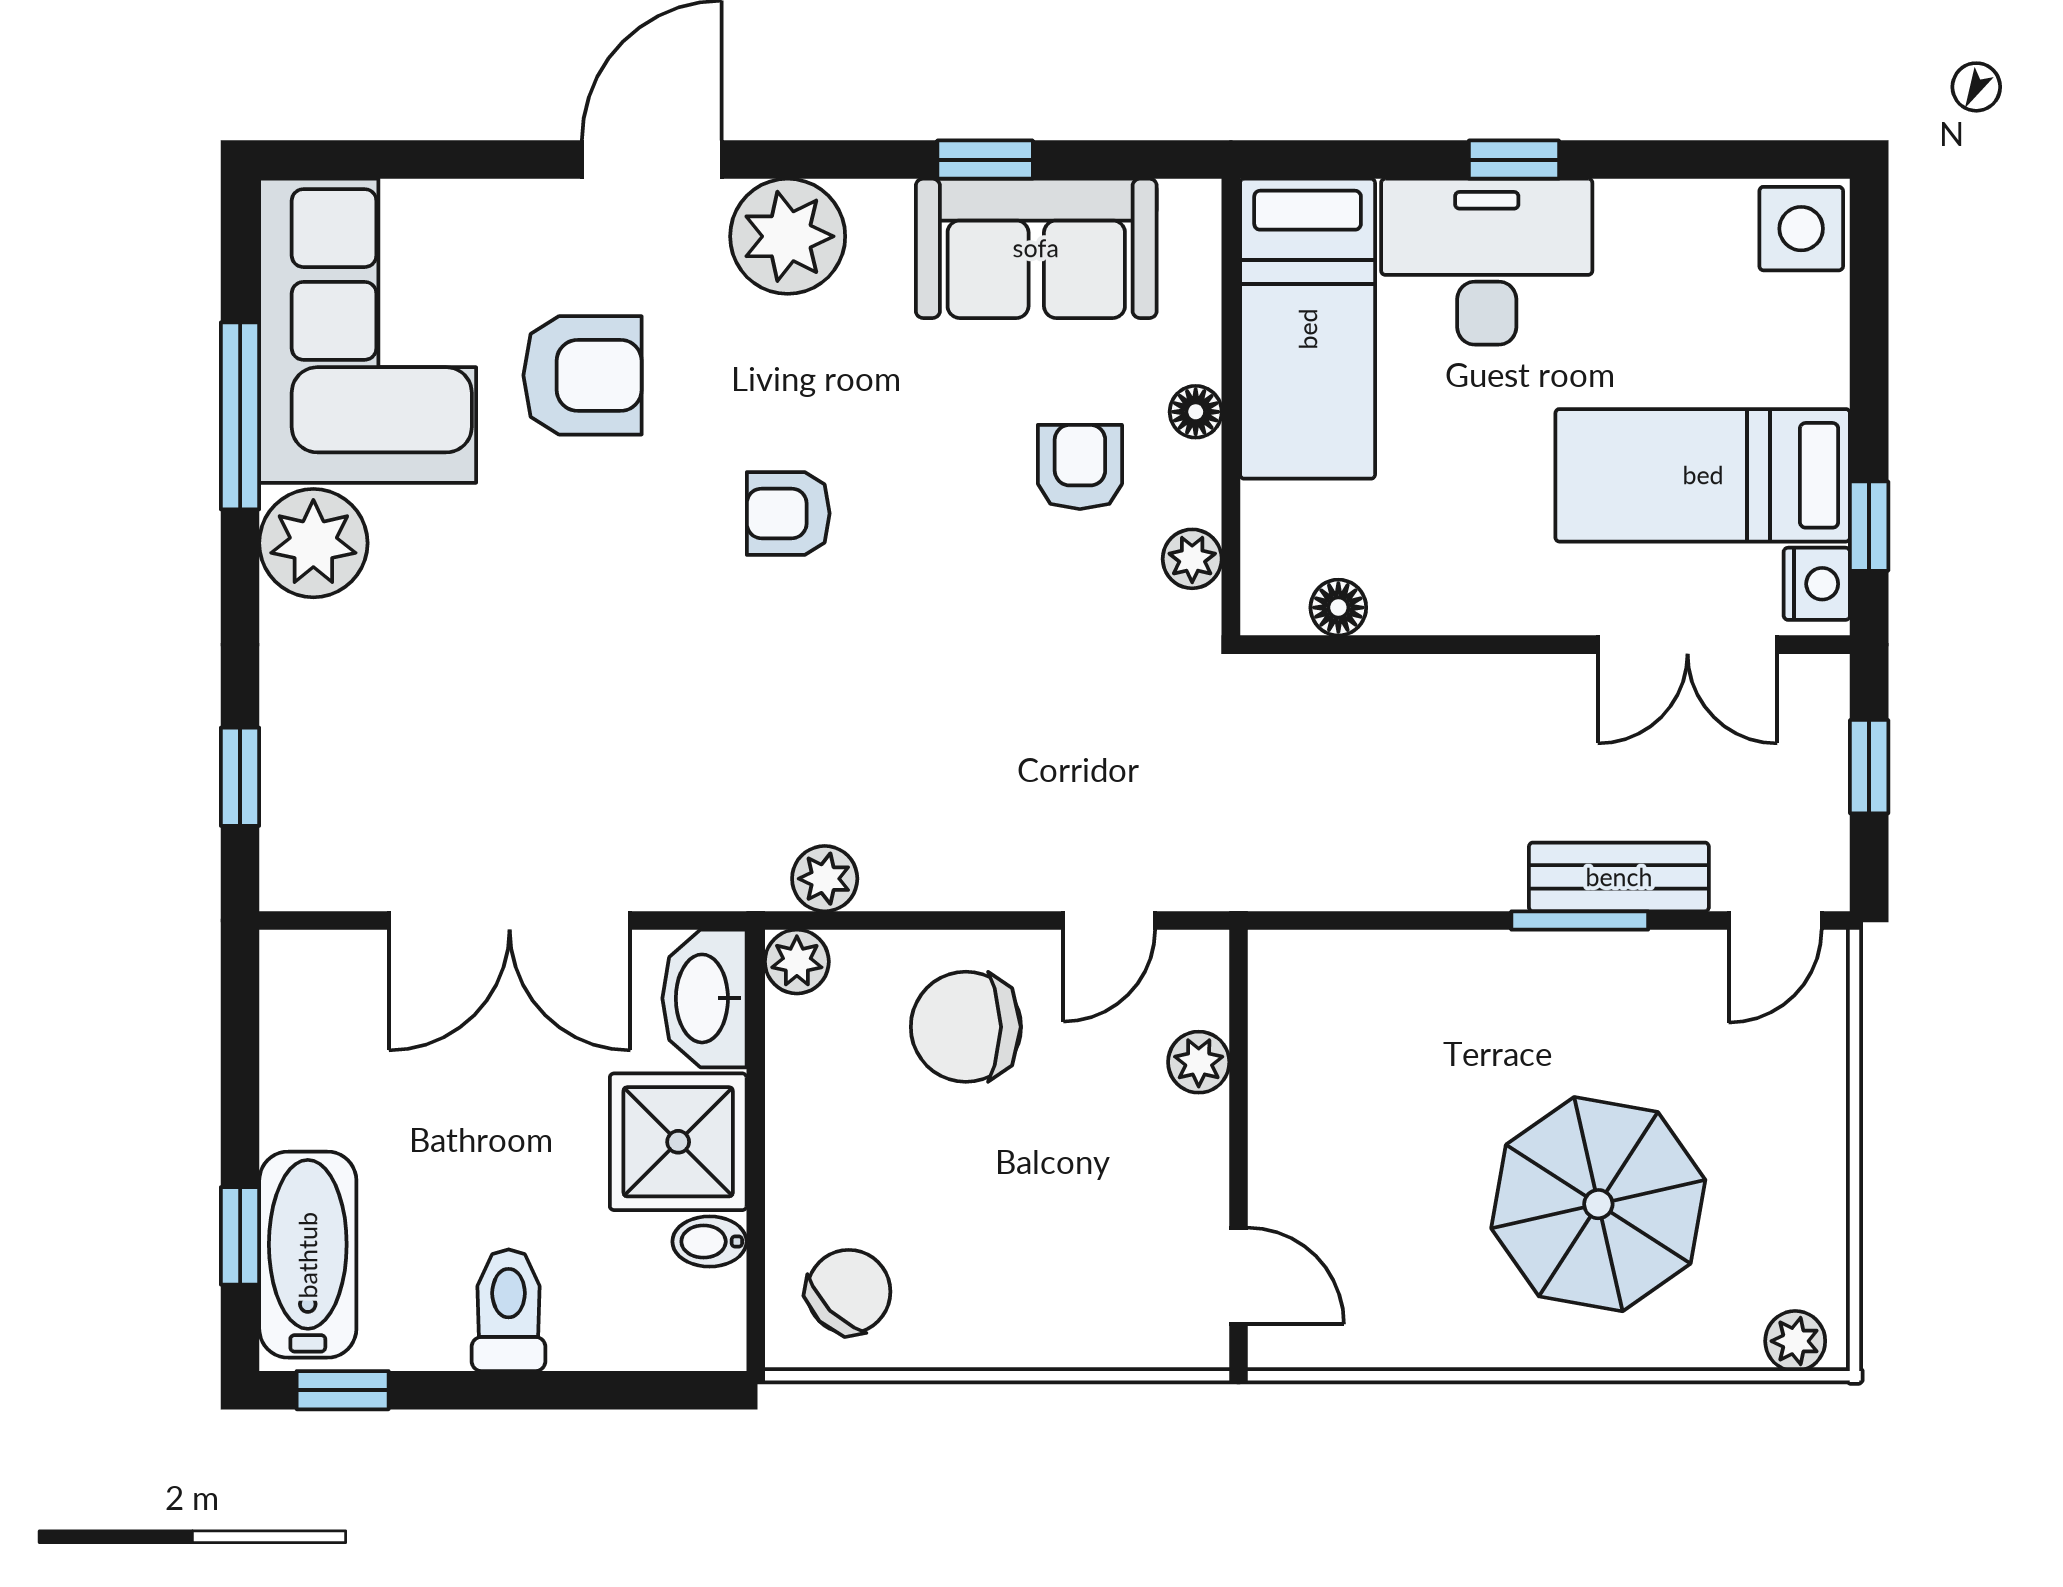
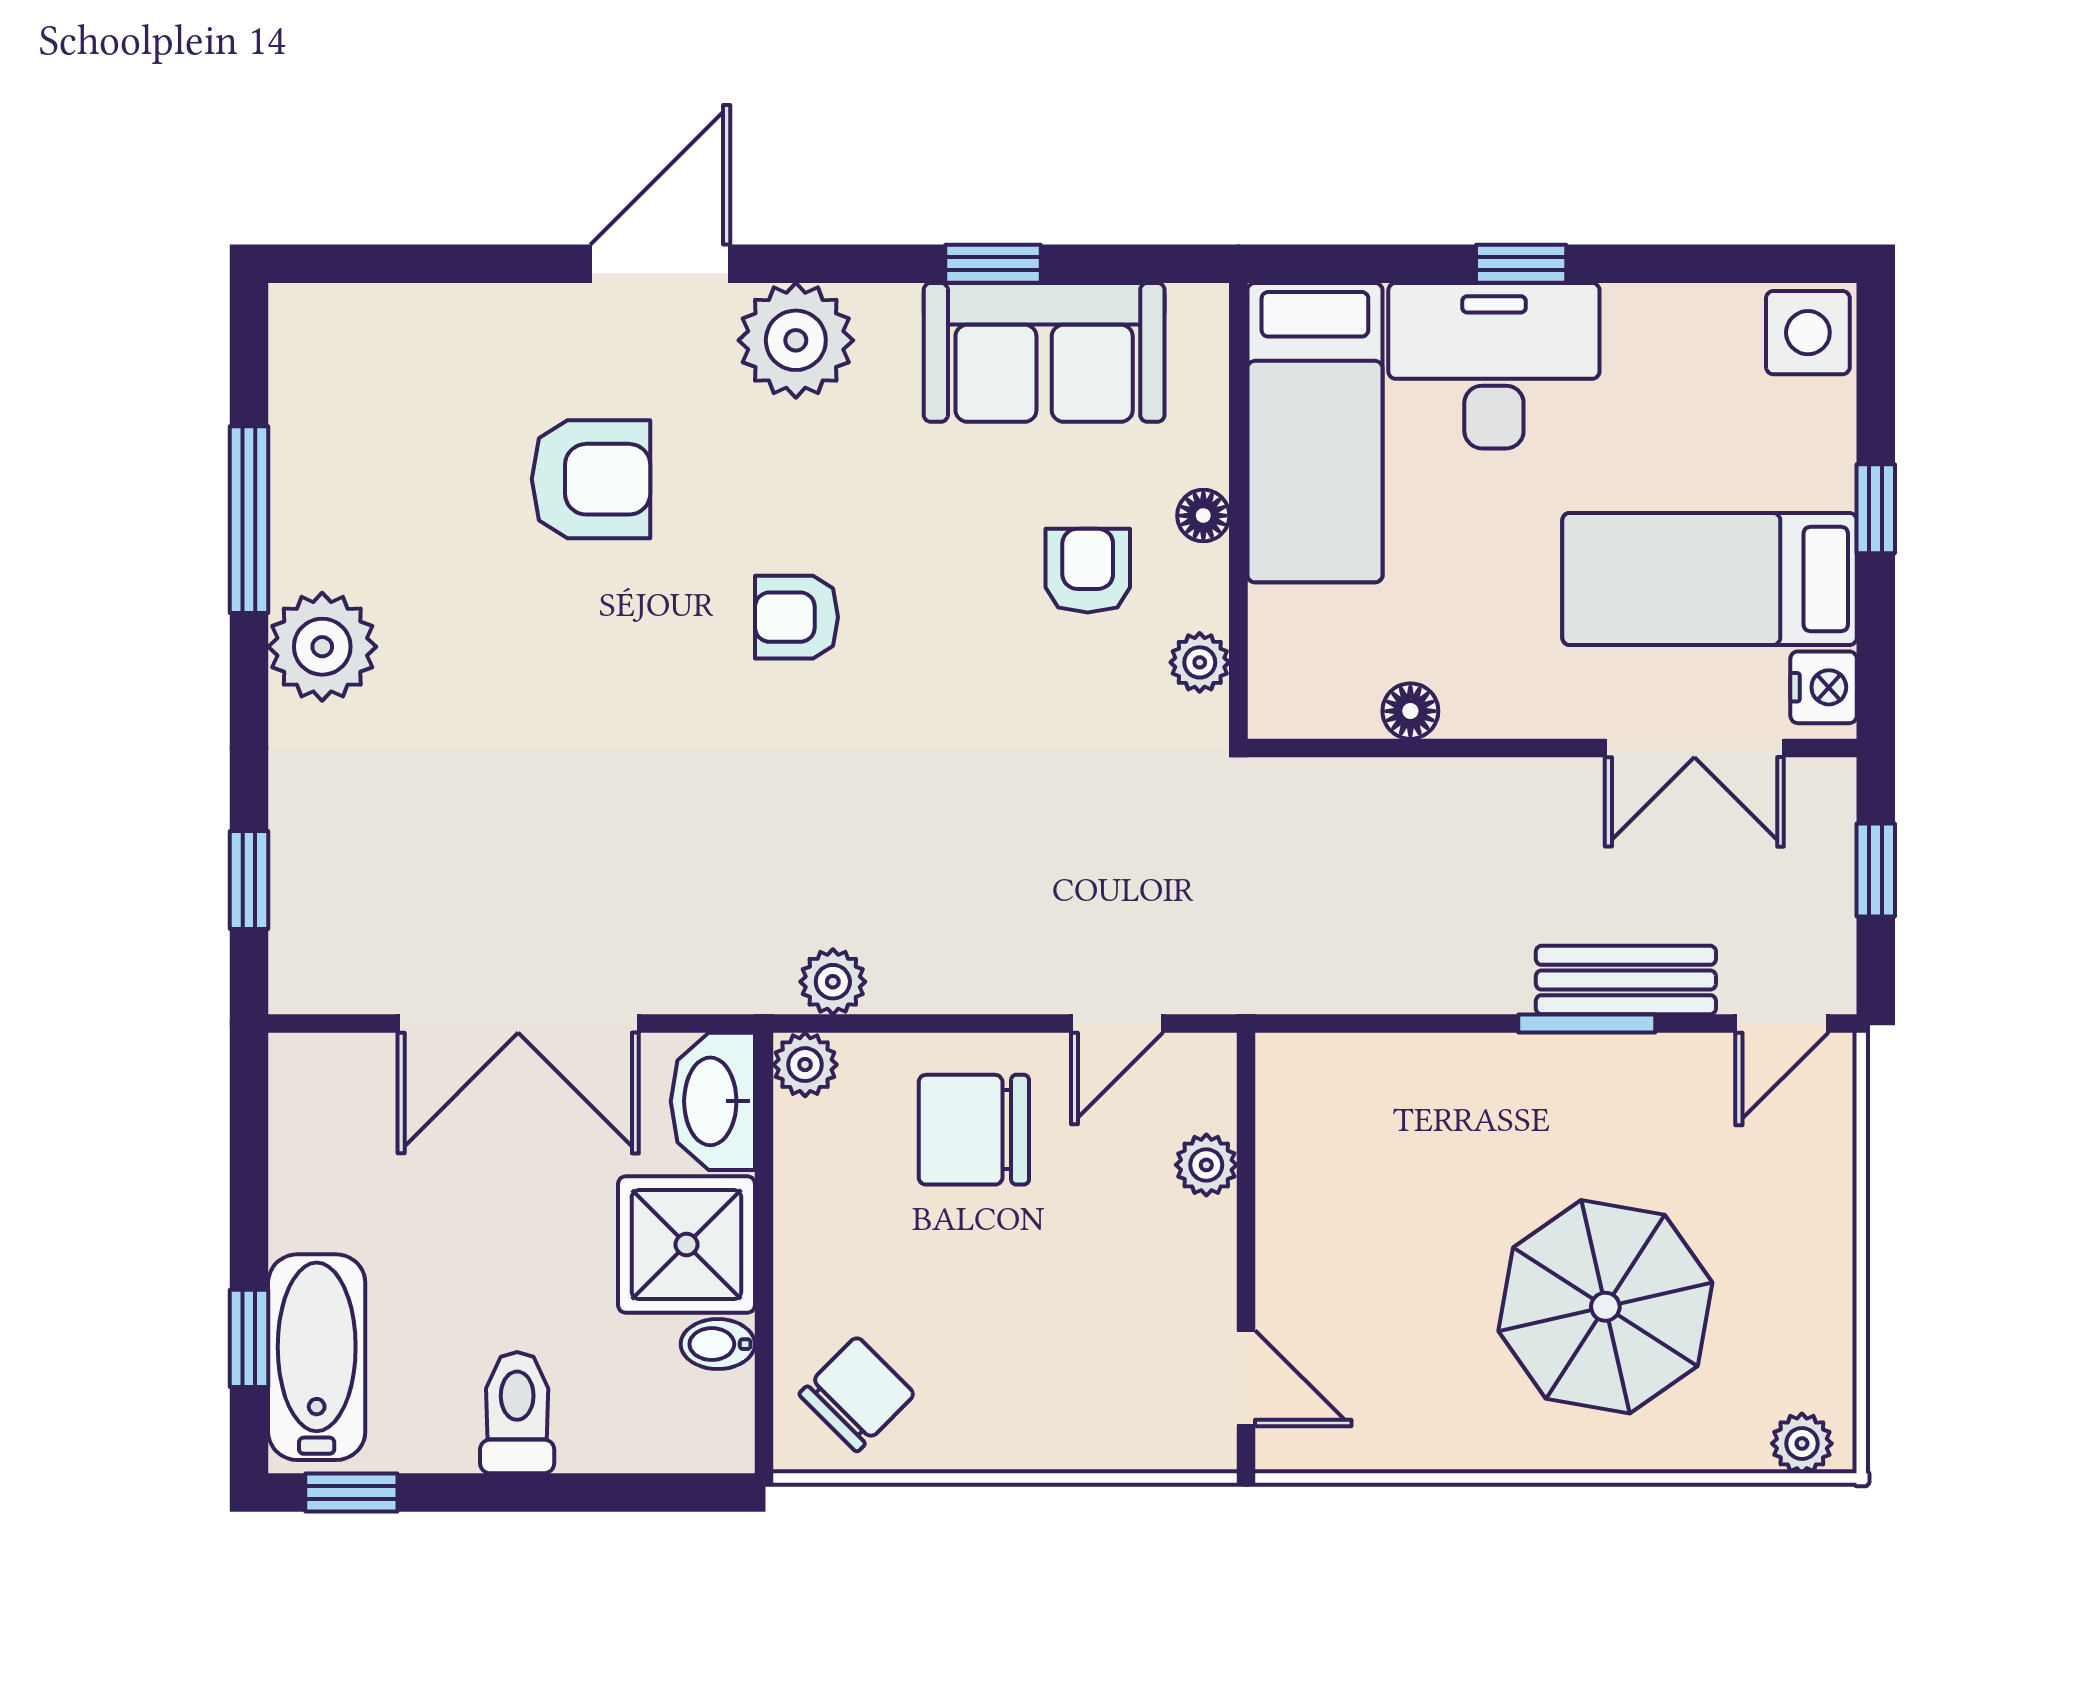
corner sofa: (368, 331) -> (376, 435), removed
window: (1869, 526) -> (1876, 509), moved
floor lamp: (1338, 608) -> (1410, 711), moved

